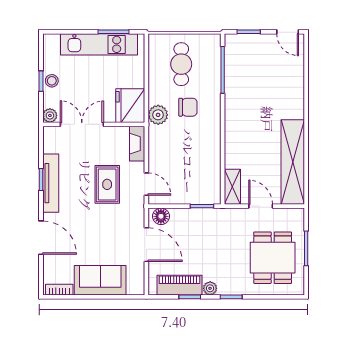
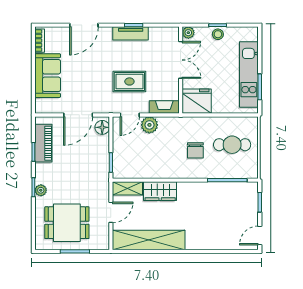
plant: (158, 115) -> (149, 125), moved
wardrobe: (236, 148) -> (160, 191), added
tv unit: (51, 183) -> (131, 33), width x0.71
plant: (210, 288) -> (41, 190), moved

